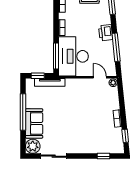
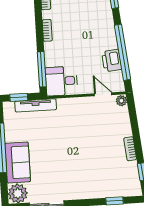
printer: (106, 33) -> (112, 61), moved
window: (116, 47) -> (123, 52), width x1.46
desk: (73, 56) -> (62, 81), width x0.53, depth x0.77

